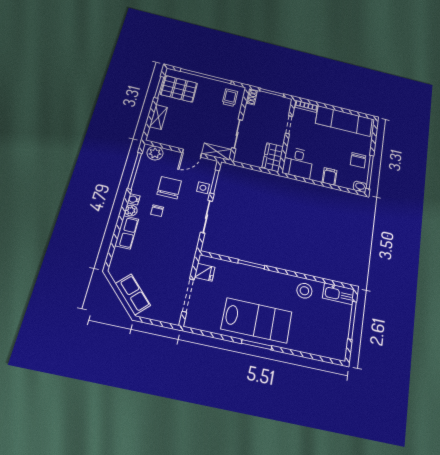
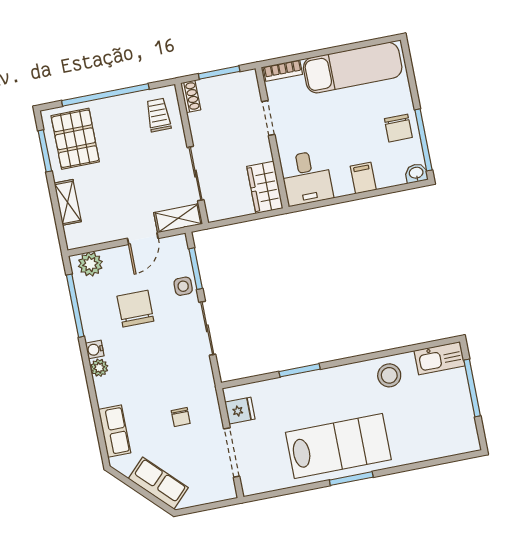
pallet: (179, 89) -> (75, 139), turned 90
chair: (157, 211) -> (181, 417), moved
row of seats: (127, 232) -> (115, 431), moved

